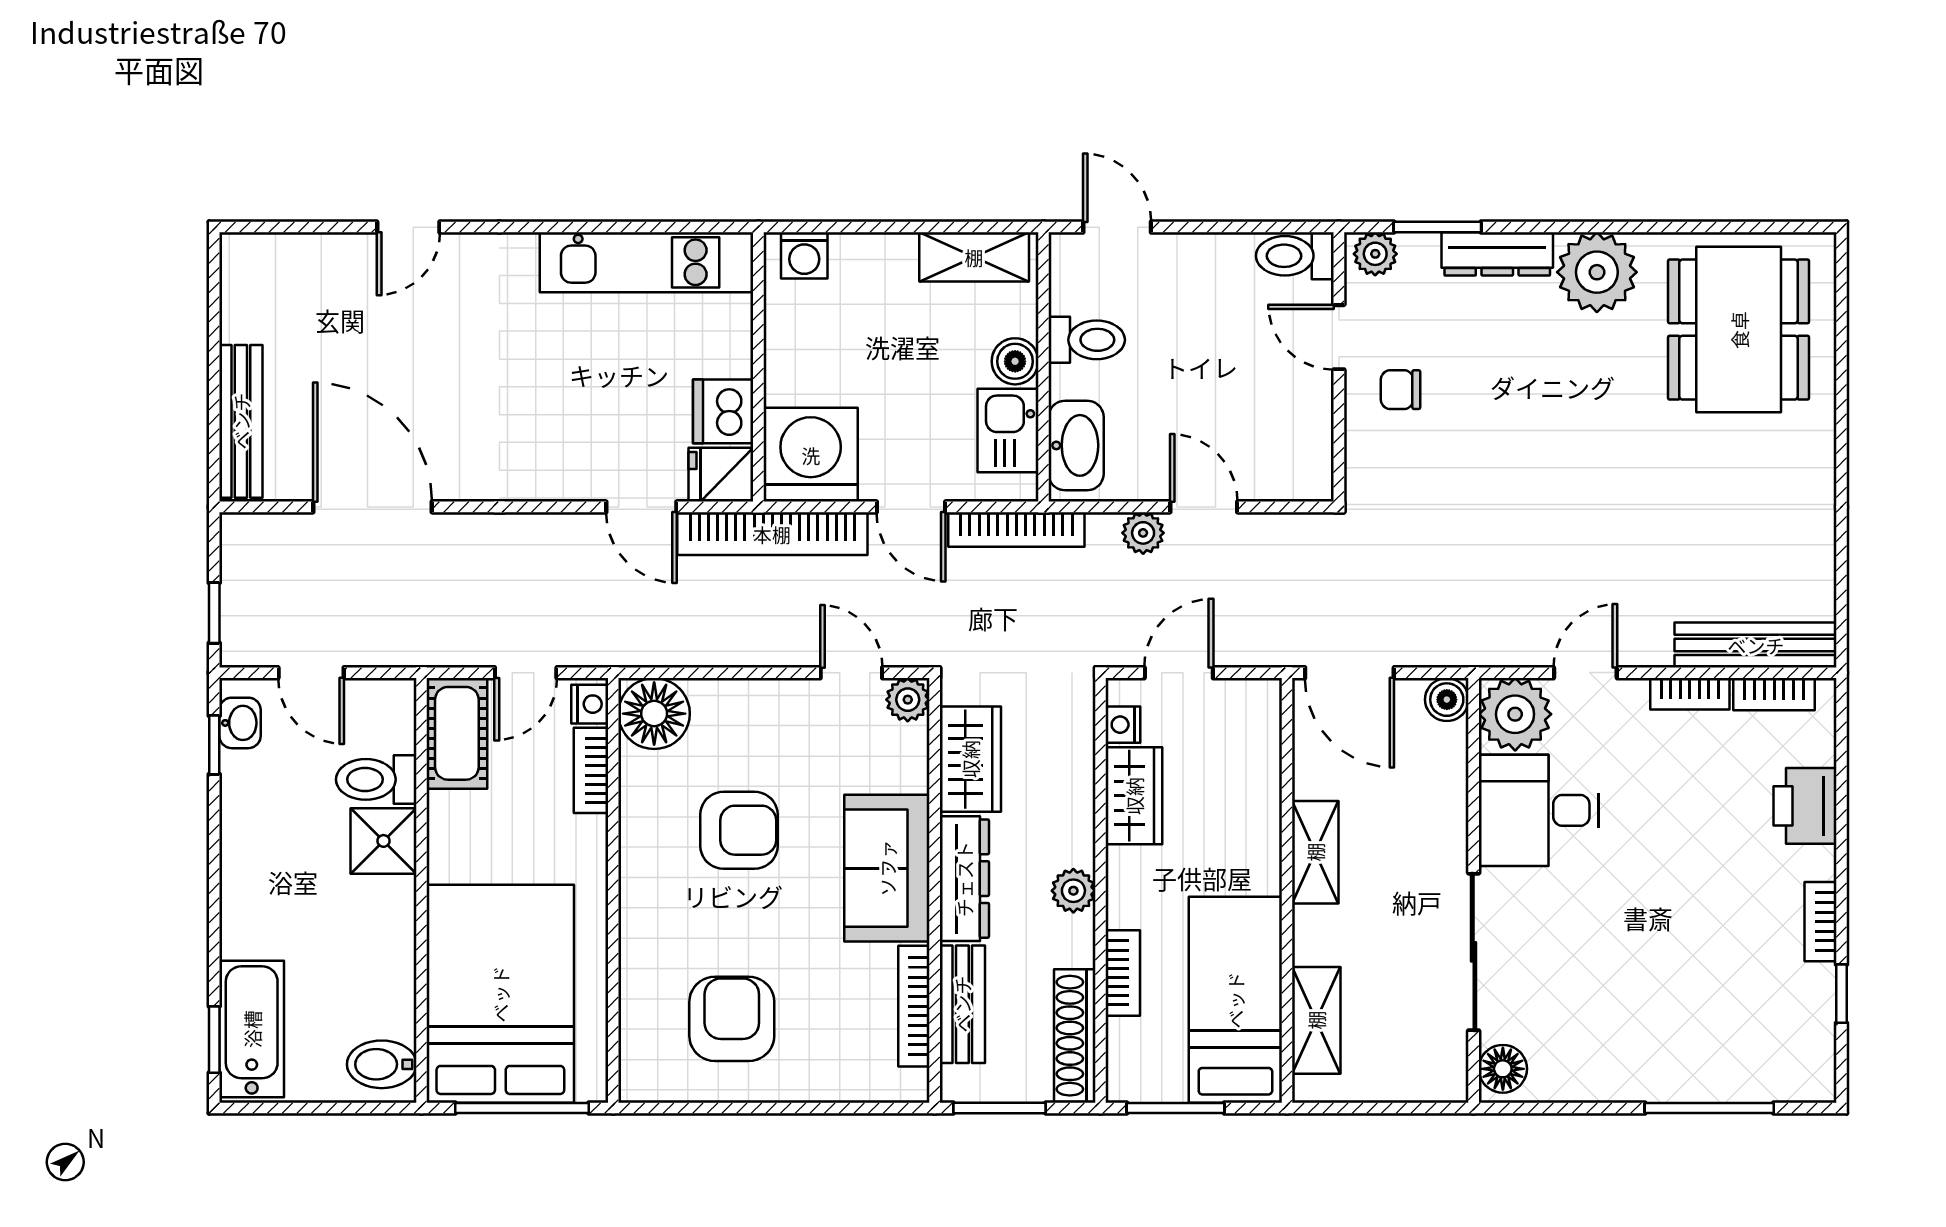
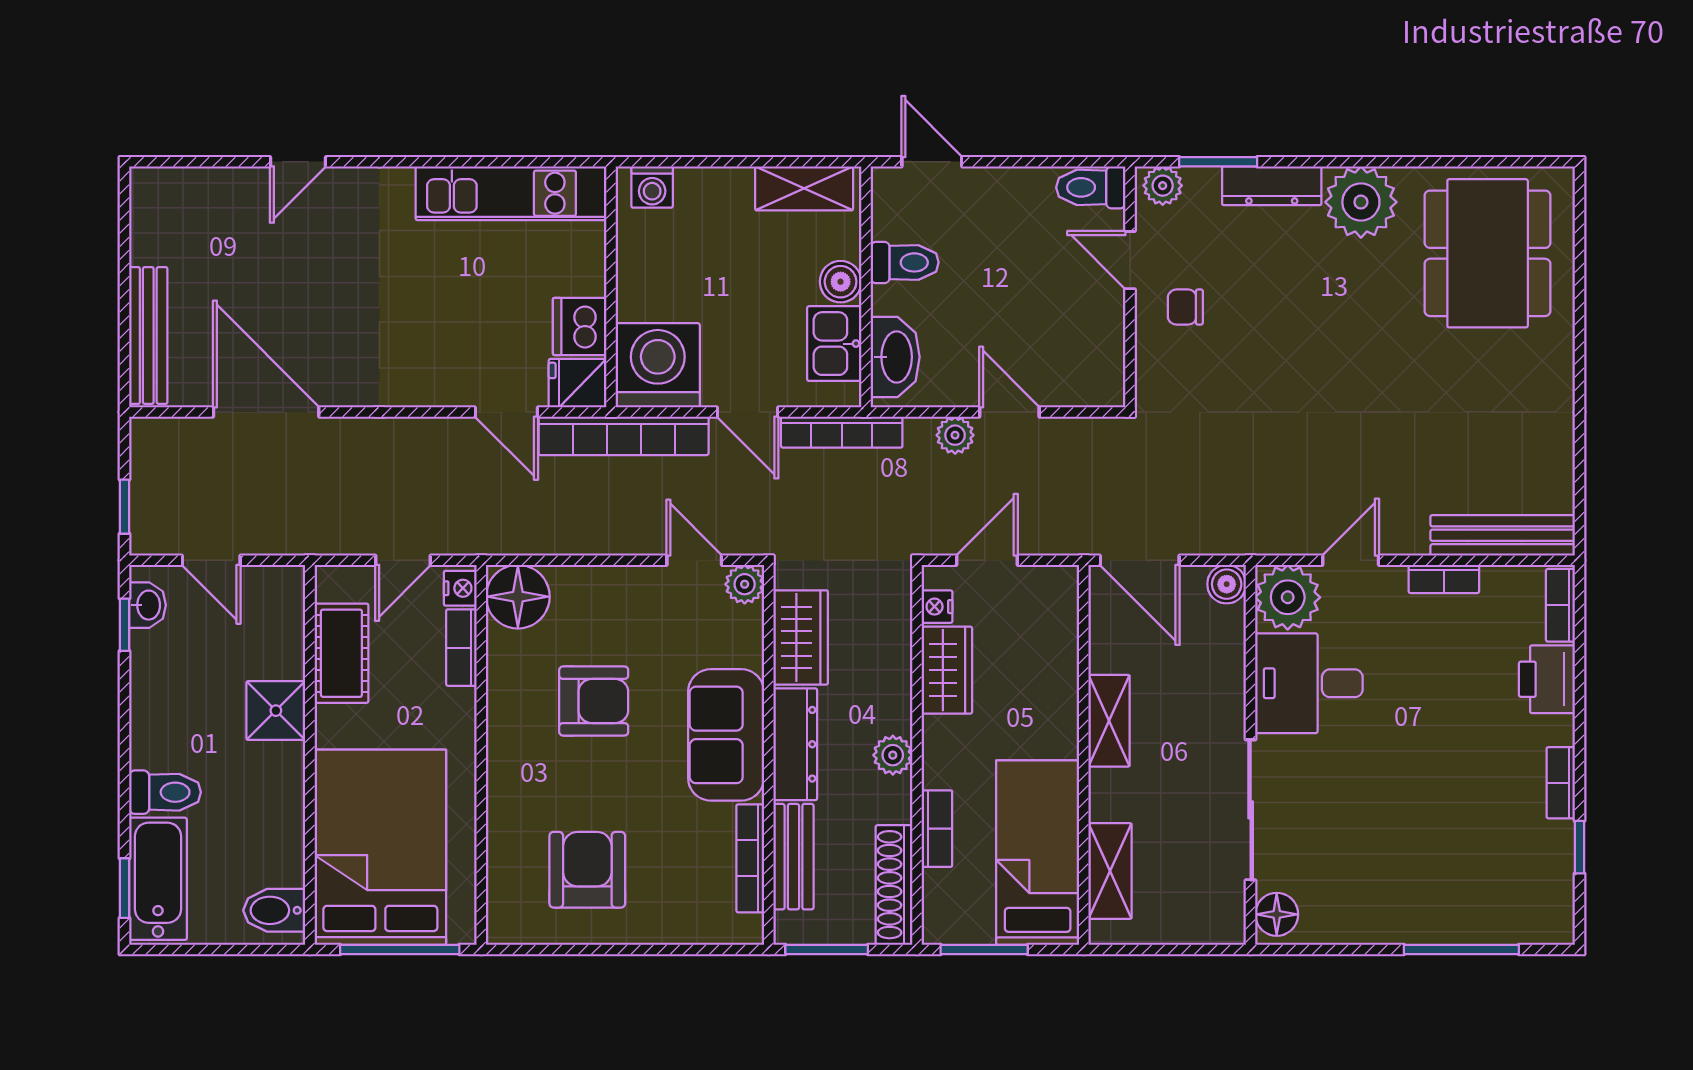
bookcase: (1774, 694) -> (1560, 605), moved, turned 90
cot: (457, 733) -> (341, 653), moved
toilet: (376, 779) -> (165, 792), moved, turned 180

